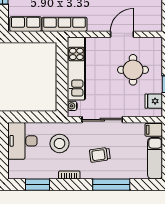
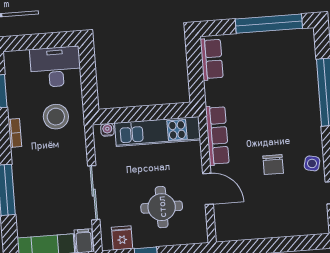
row of seats: (64, 24) -> (217, 136), moved
sliding door: (102, 120) -> (94, 193), moved
trolley: (100, 155) -> (45, 172), removed

